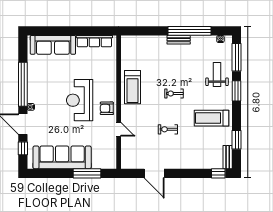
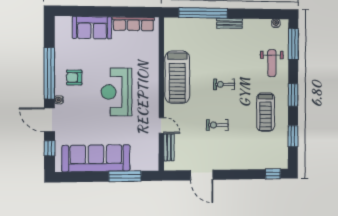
window: (190, 31) -> (203, 13), moved
sofa: (53, 45) -> (92, 28), width x0.73
weight bench: (217, 74) -> (272, 63), turned 180
treadmill: (133, 87) -> (177, 77), width x1.37, depth x1.38
window: (237, 91) -> (293, 95), moved
armchair: (107, 108) -> (74, 77), moved
treadmill: (211, 118) -> (266, 112), turned -90
bench: (228, 157) -> (169, 148), moved

